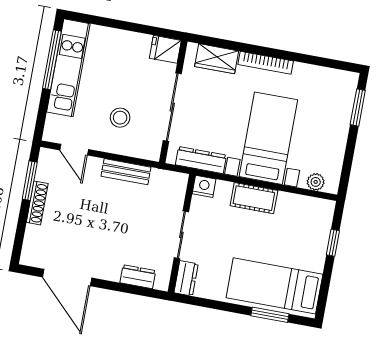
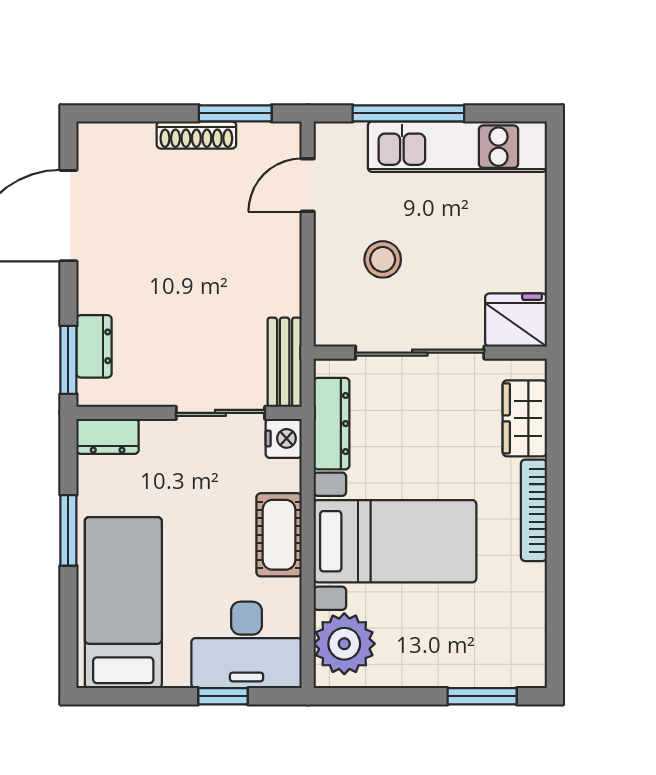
fridge: (165, 49) -> (516, 320), width x1.38
window: (52, 60) -> (408, 113), moved
bench: (126, 172) -> (285, 362), moved
plant: (316, 182) -> (344, 644), width x1.87, depth x1.87
desk: (308, 226) -> (247, 645), added
sliding door: (181, 235) -> (220, 413), moved
window: (142, 291) -> (68, 360), added
window: (270, 315) -> (68, 530), moved

